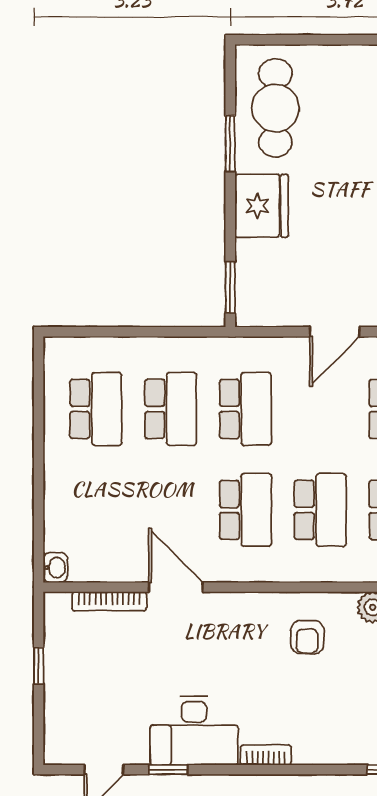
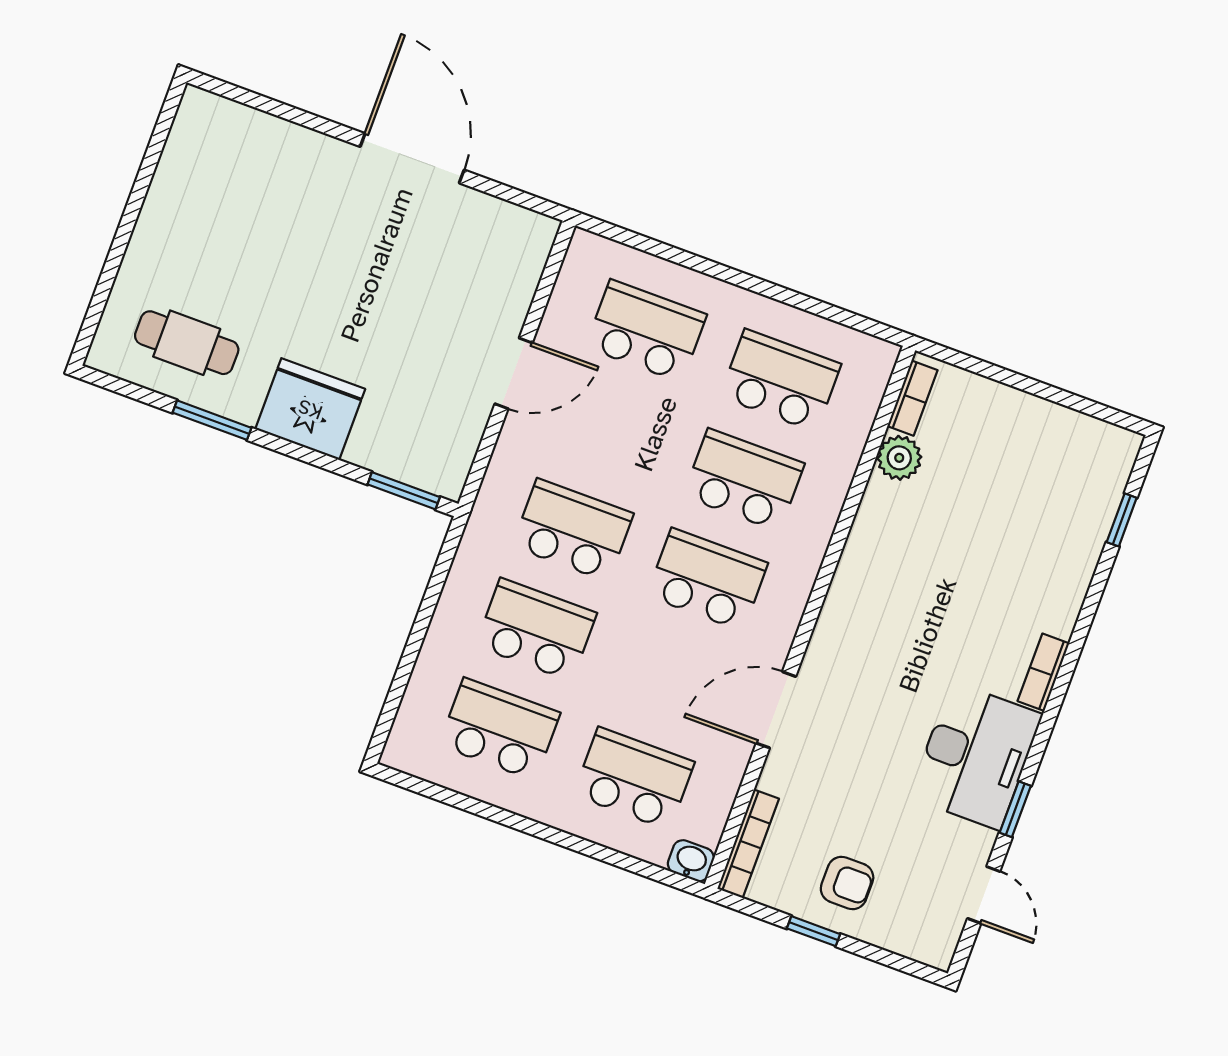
cafe table: (275, 108) -> (187, 343), width x0.73, depth x0.74
door: (335, 332) -> (514, 373), hinge flipped
school desk: (96, 510) -> (634, 779), added
bookcase: (109, 601) -> (748, 844), moved
armchair: (307, 637) -> (847, 883), moved

